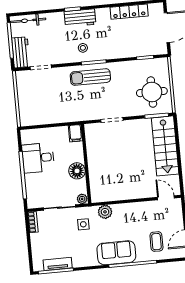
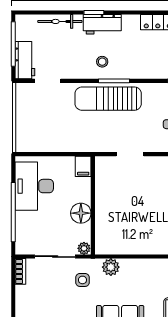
bicycle: (28, 20) -> (60, 21), moved
sun lounger: (90, 77) -> (108, 99), width x1.36, depth x1.34
desk: (38, 158) -> (34, 186), width x1.37

